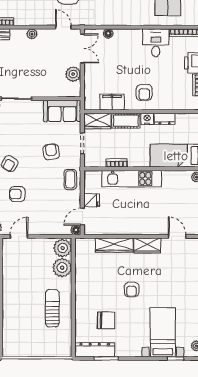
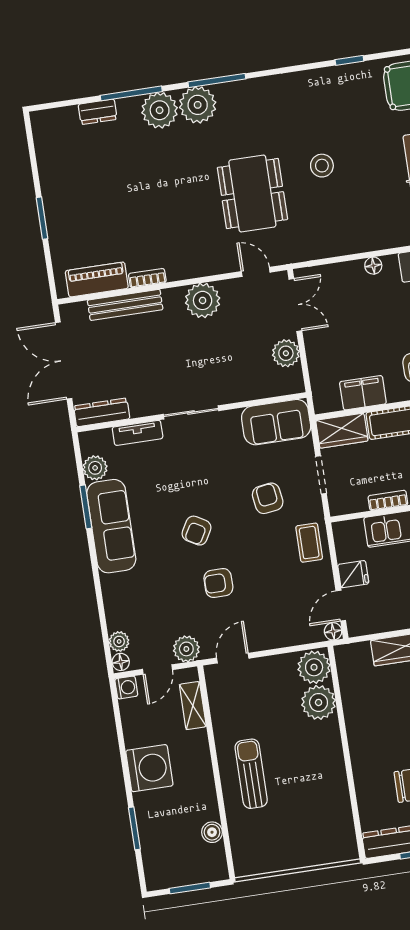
floor lamp: (108, 33) -> (373, 266), moved
plant: (32, 34) -> (203, 300), width x1.87, depth x1.87
sun lounger: (52, 308) -> (251, 774), moved

